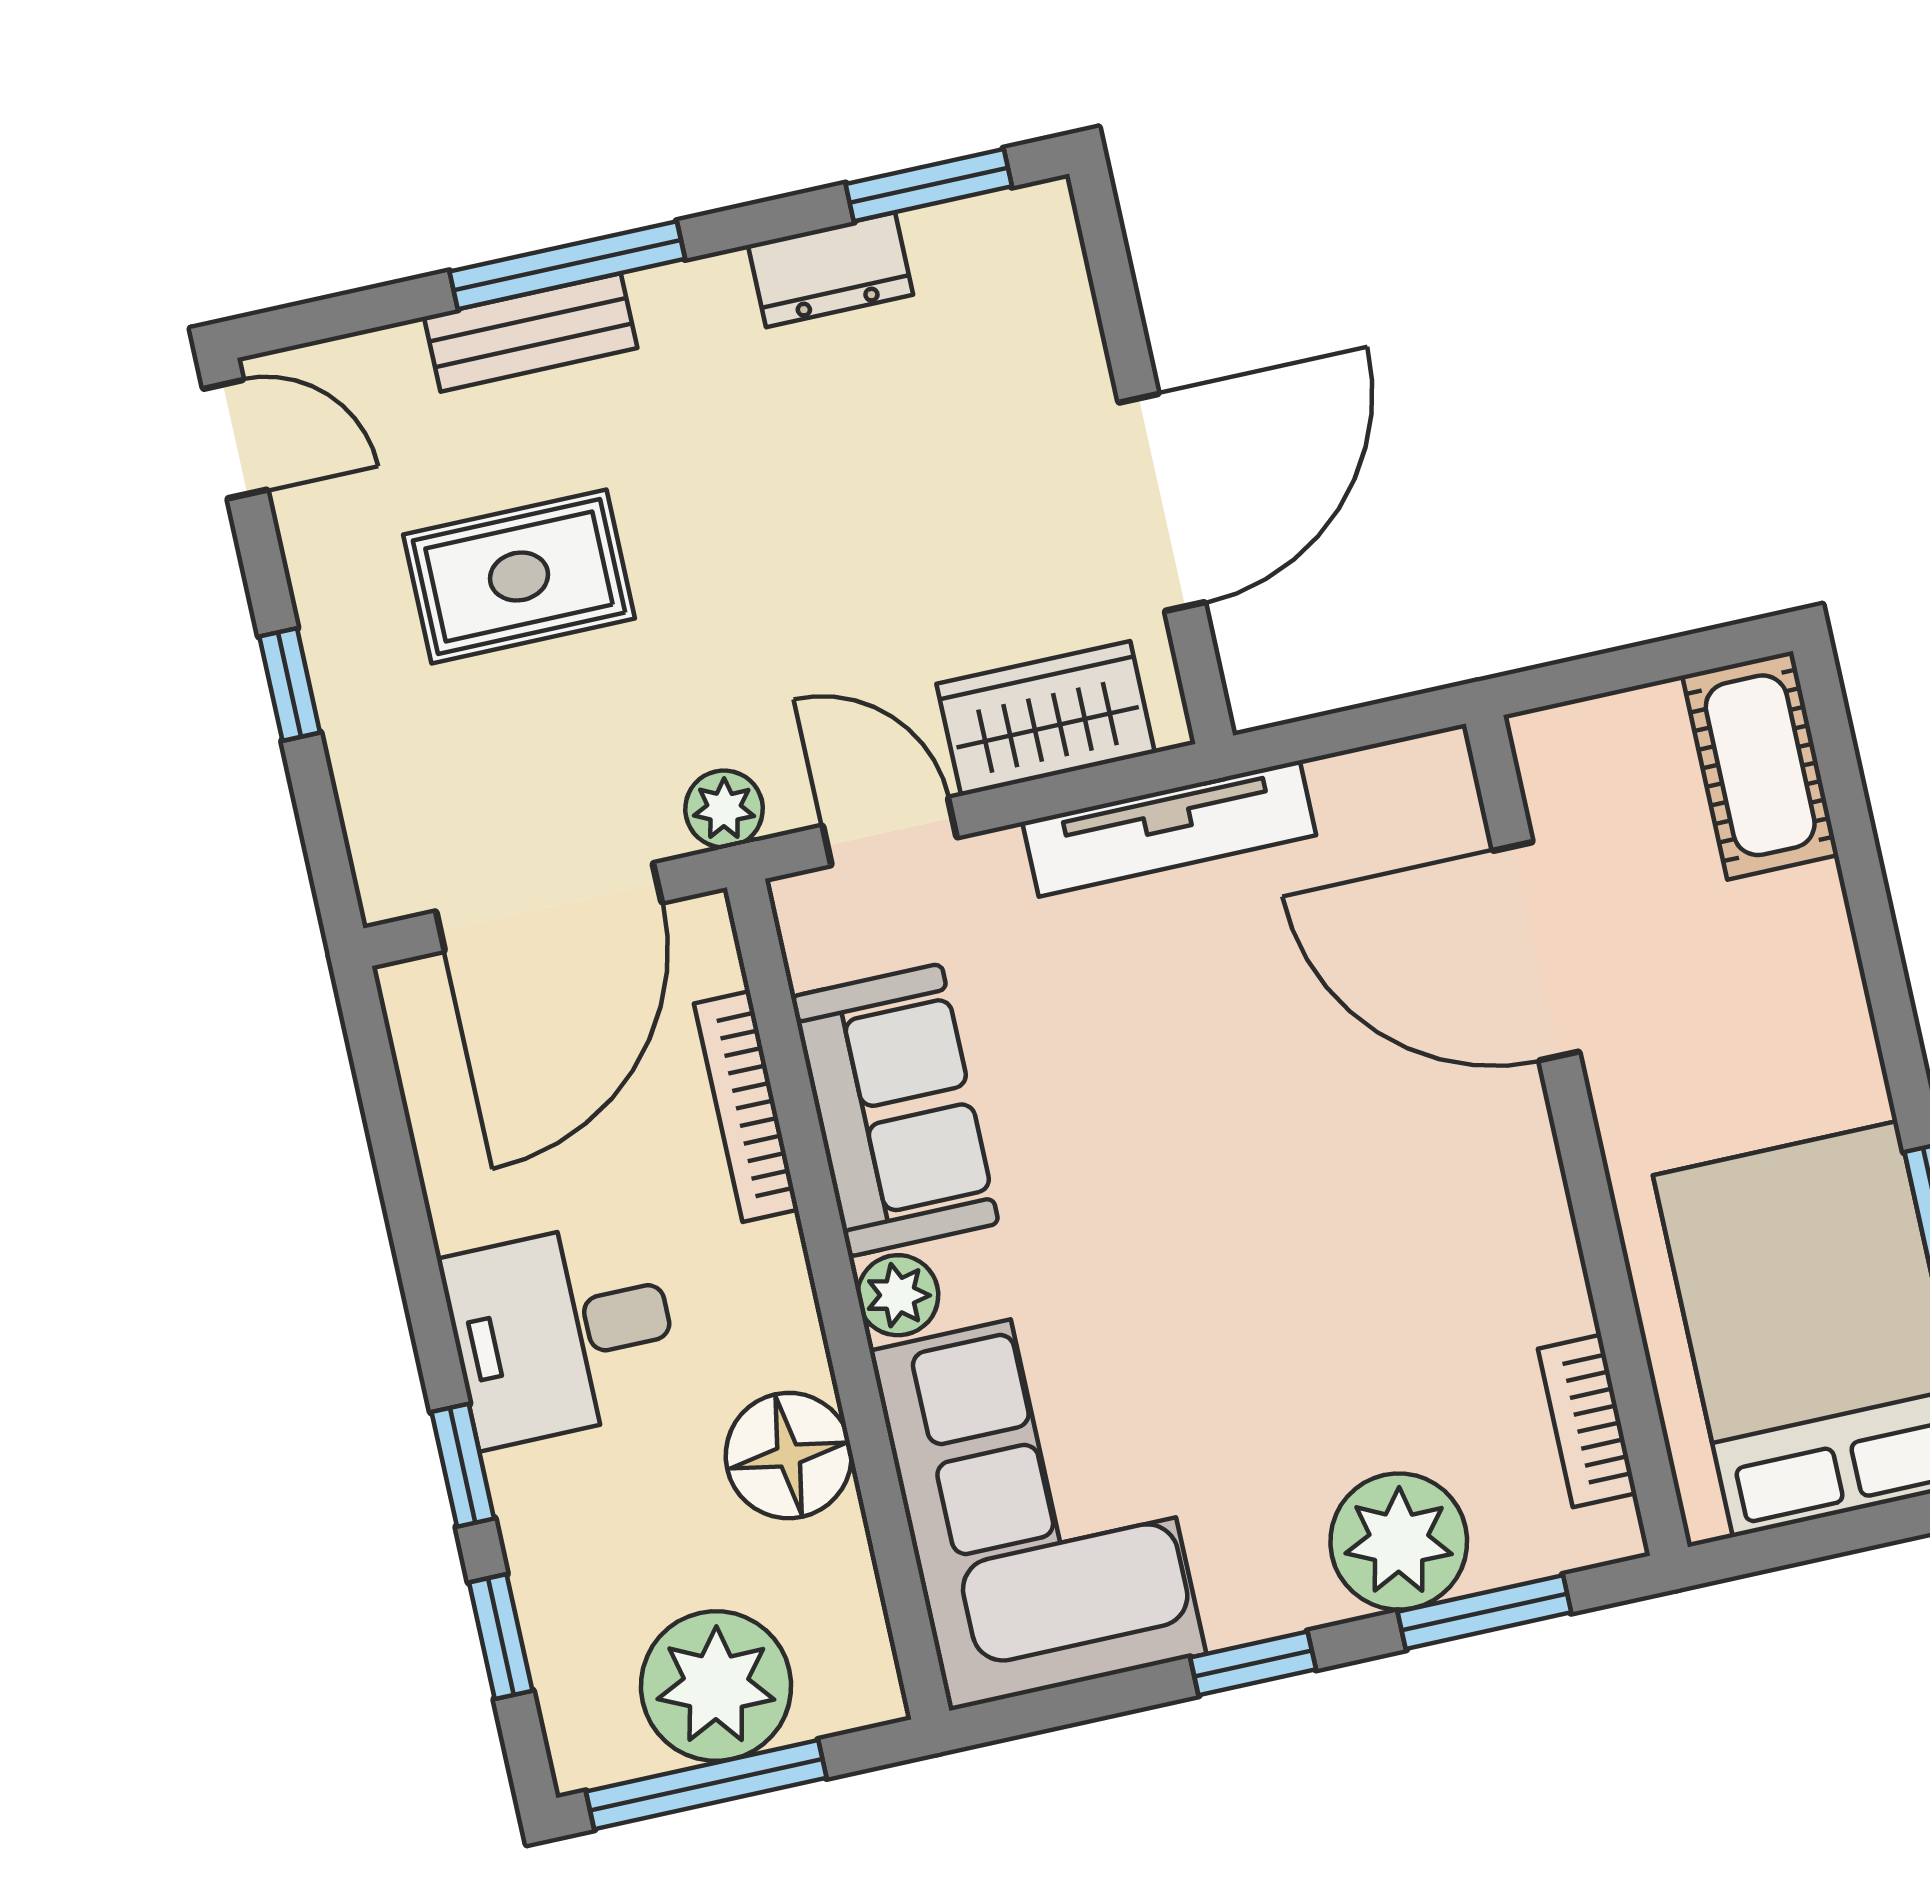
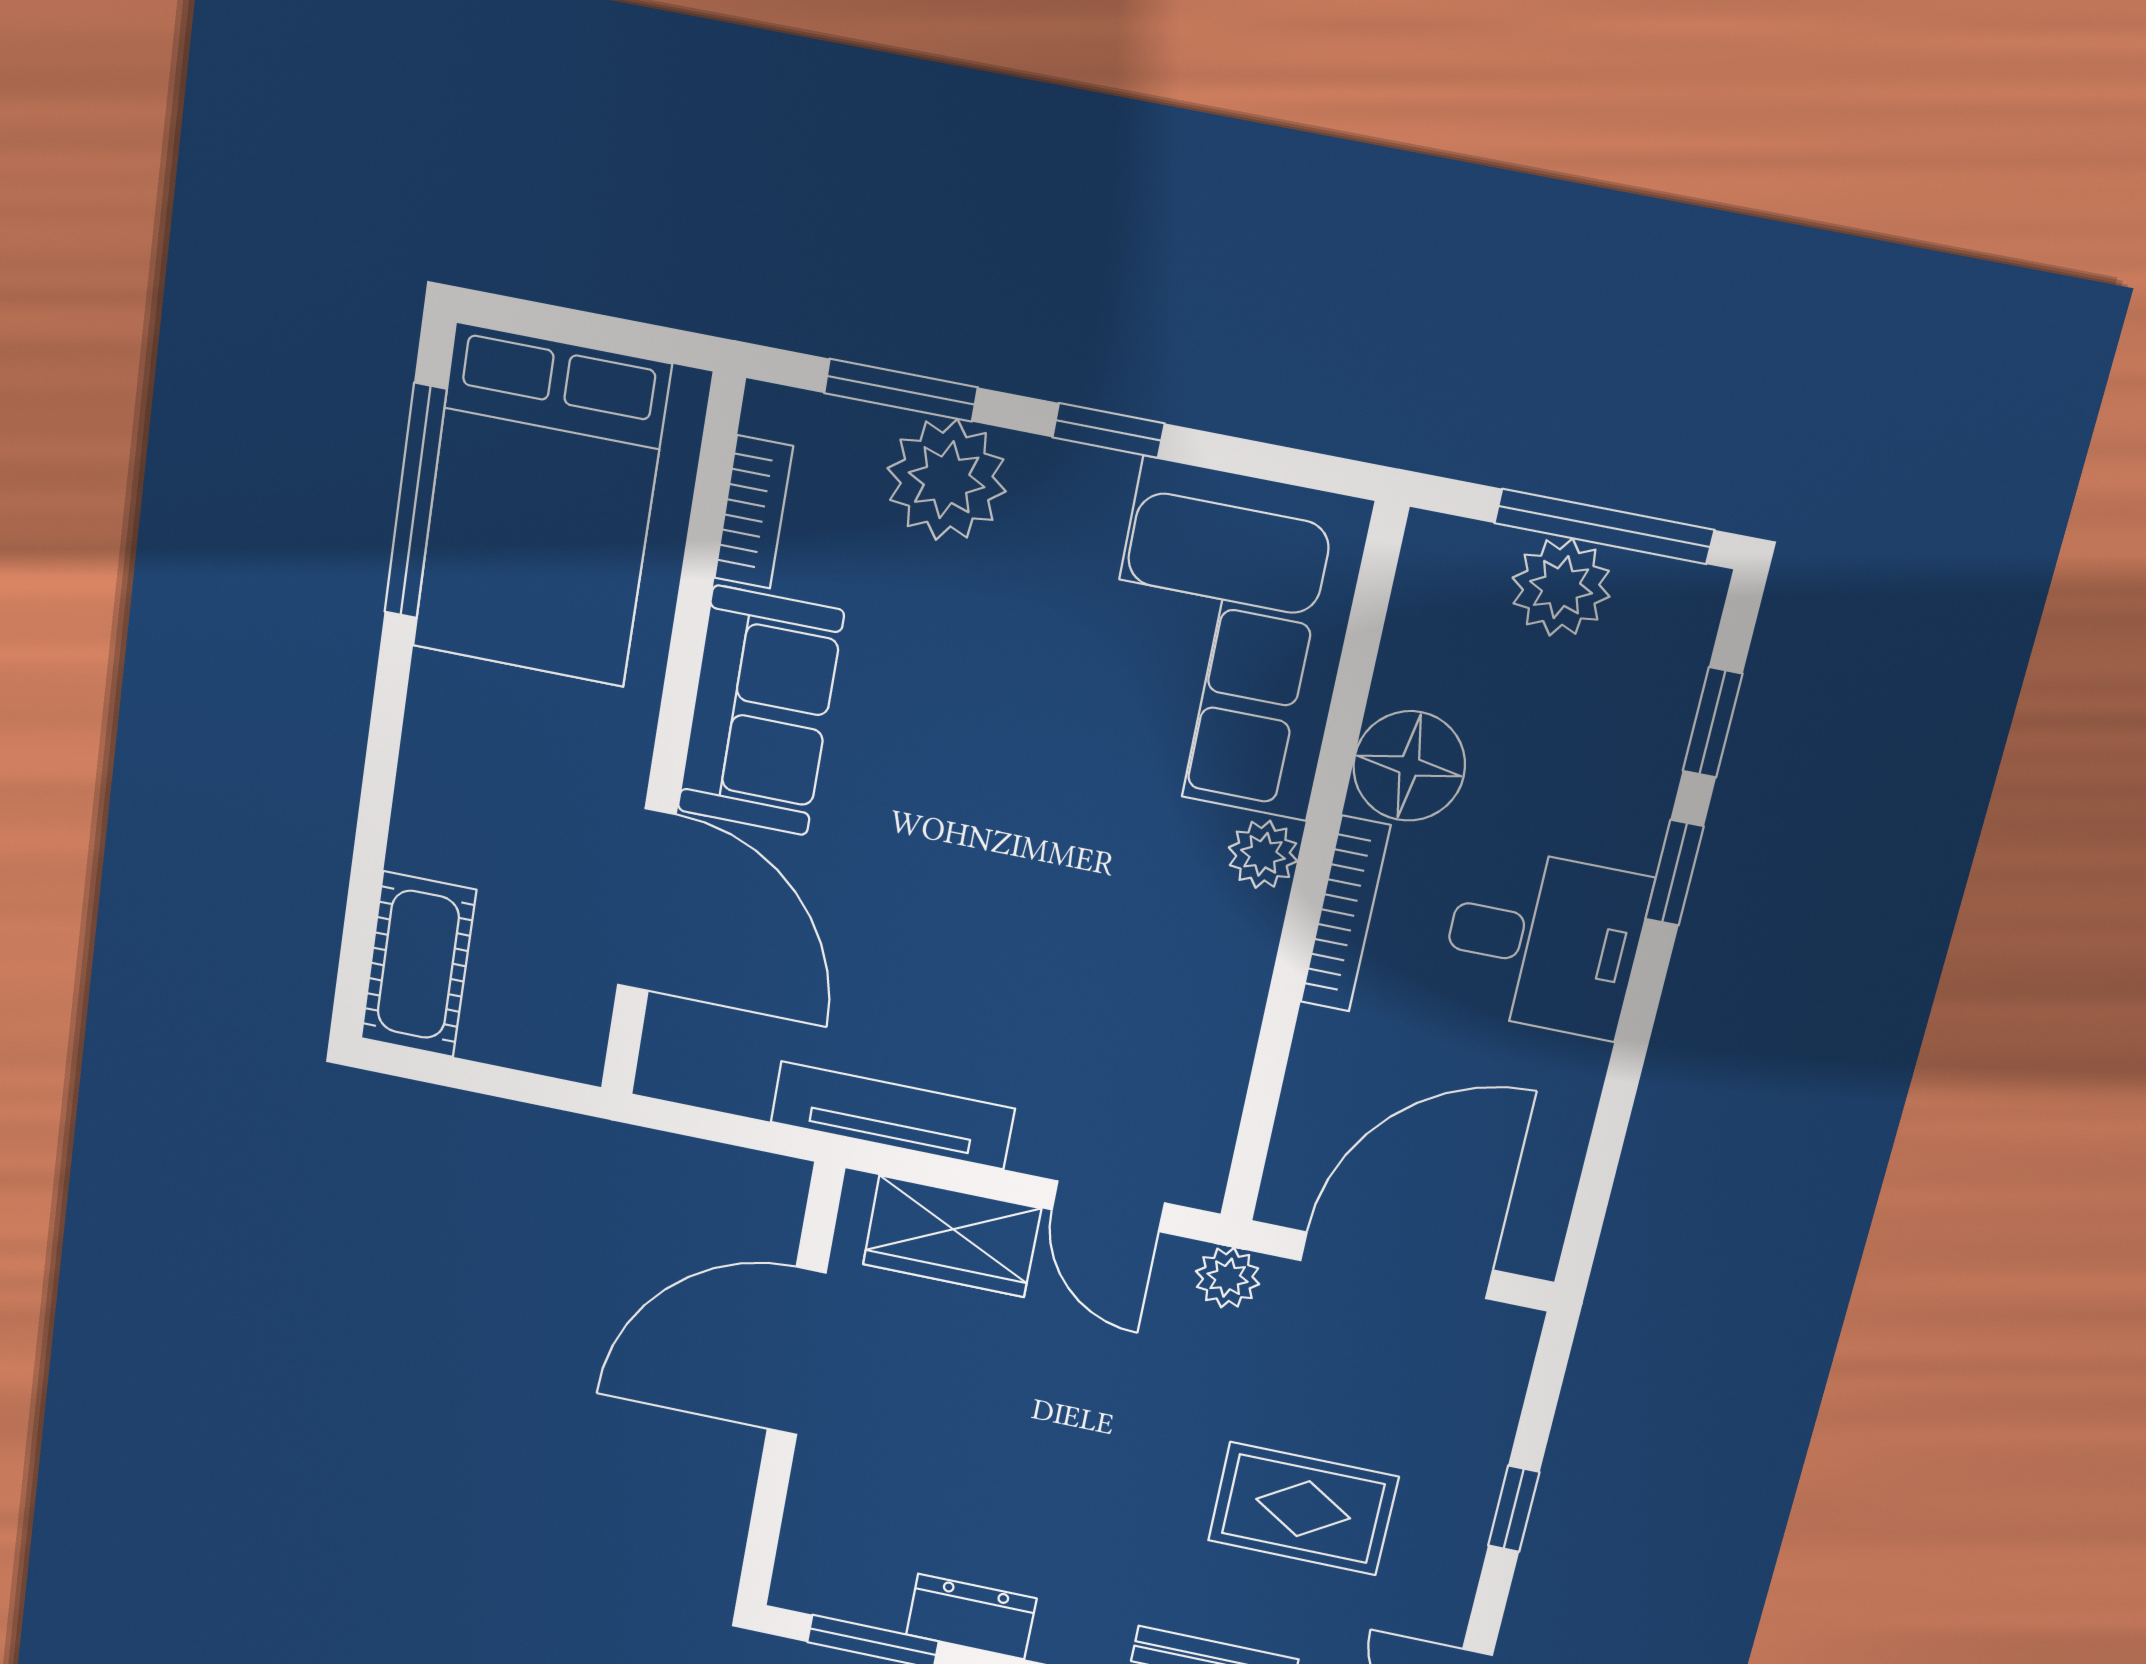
bookcase: (746, 1106) -> (1345, 914), moved
sofa: (895, 1110) -> (760, 711), moved, turned 180
plant: (716, 1686) -> (1561, 587), width x0.73, depth x0.73

